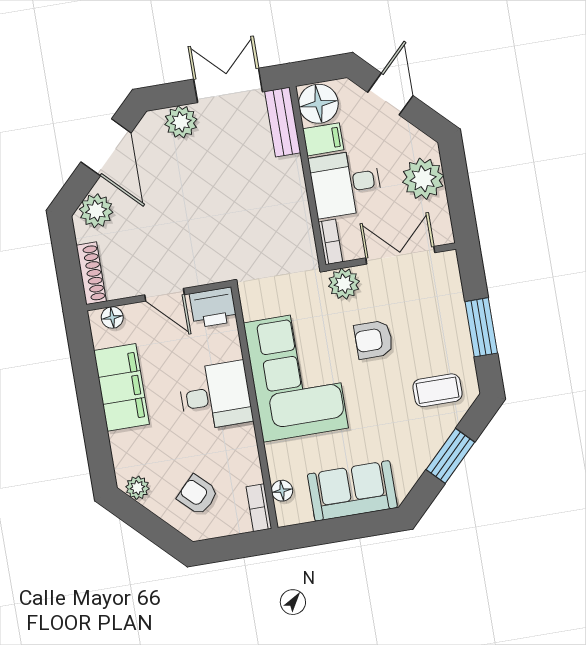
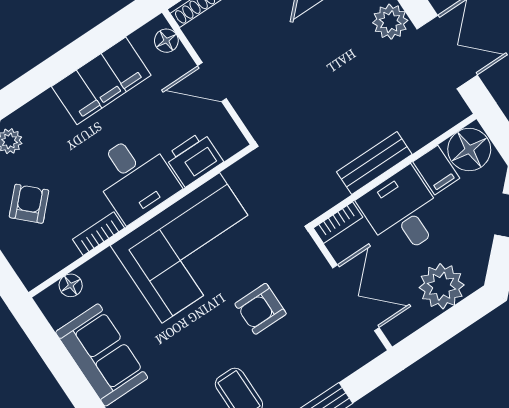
bench: (283, 122) -> (374, 163), moved
plant: (344, 284) -> (303, 255), removed
door: (164, 295) -> (212, 82), hinge flipped
printer: (213, 307) -> (194, 159), moved, turned 90
armchair: (374, 340) -> (261, 309), turned -90
bookcase: (259, 508) -> (99, 234), moved

